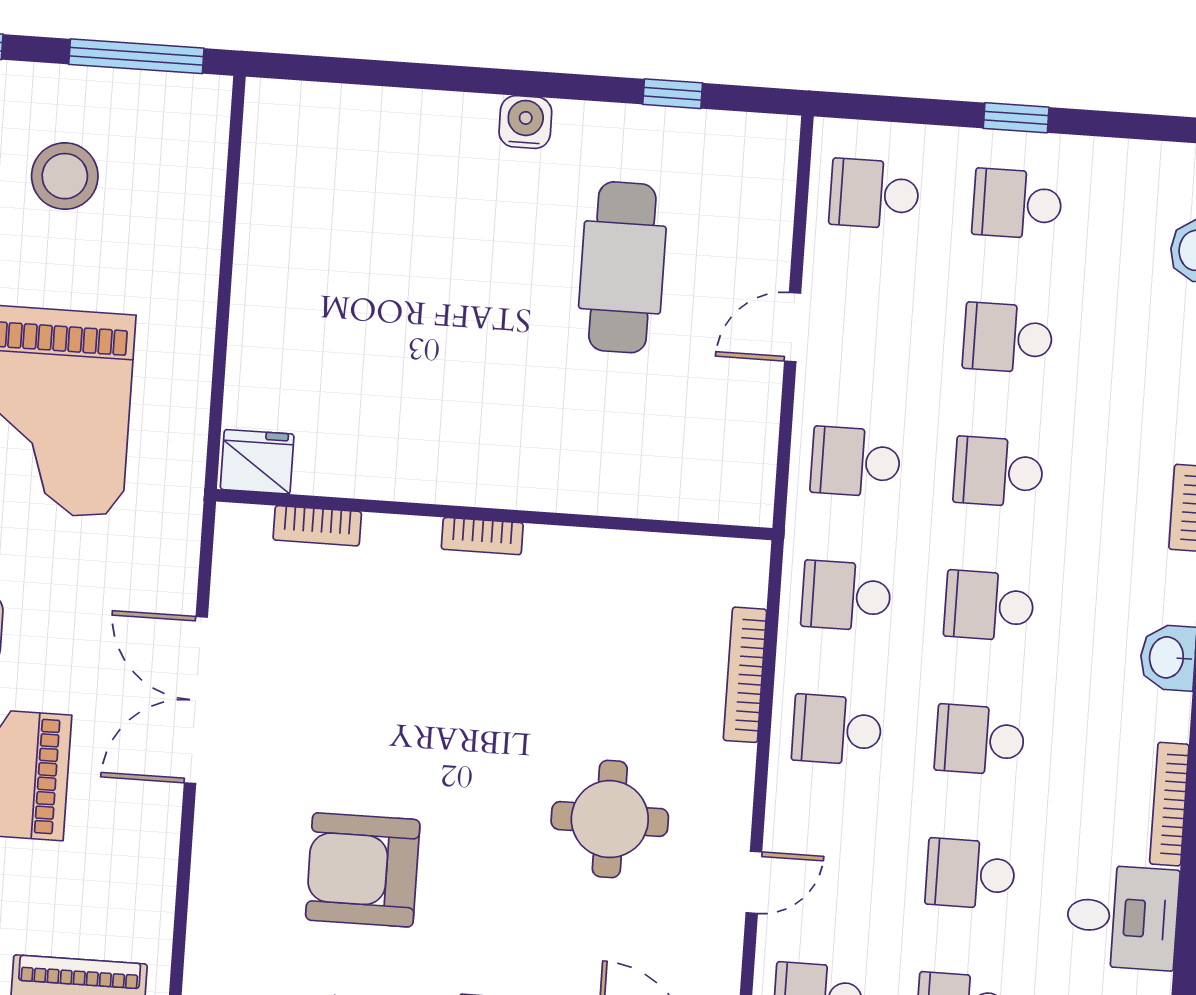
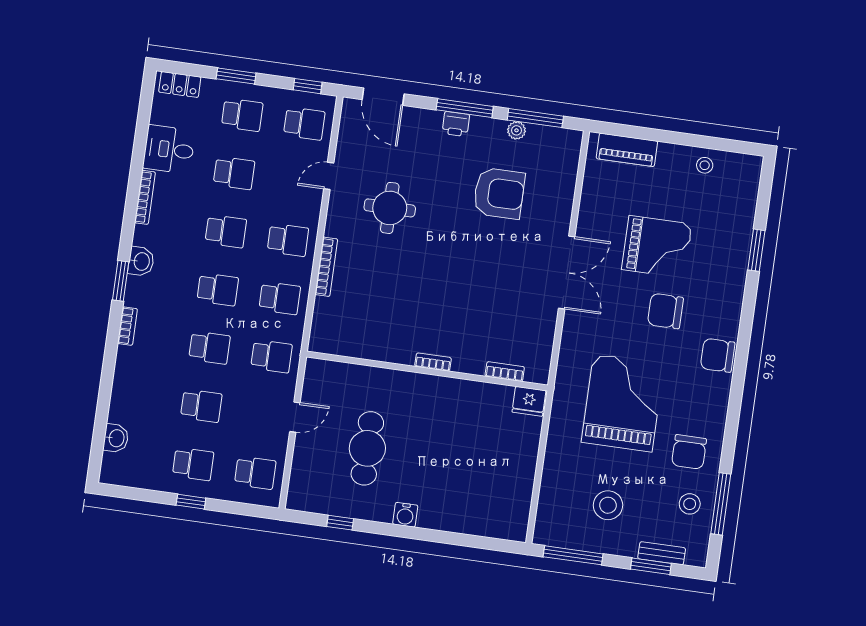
fridge: (257, 462) -> (529, 401), moved
wall: (494, 515) -> (427, 371), moved
bookcase: (317, 526) -> (505, 372), moved
bookcase: (482, 536) -> (433, 362), moved

